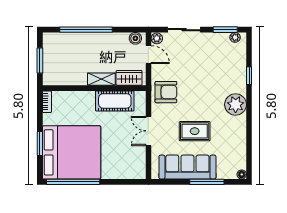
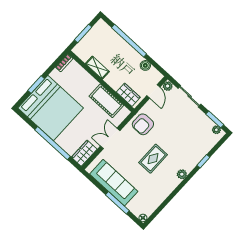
boiler: (135, 38) -> (145, 65), moved
shelving: (101, 79) -> (97, 68), moved
armchair: (166, 92) -> (143, 124), turned 90
plant: (236, 104) -> (182, 174), width x0.53, depth x0.53
rug: (195, 131) -> (153, 159), moved, turned 90
wardrobe: (138, 165) -> (84, 153), added
window: (73, 182) -> (53, 143), moved

